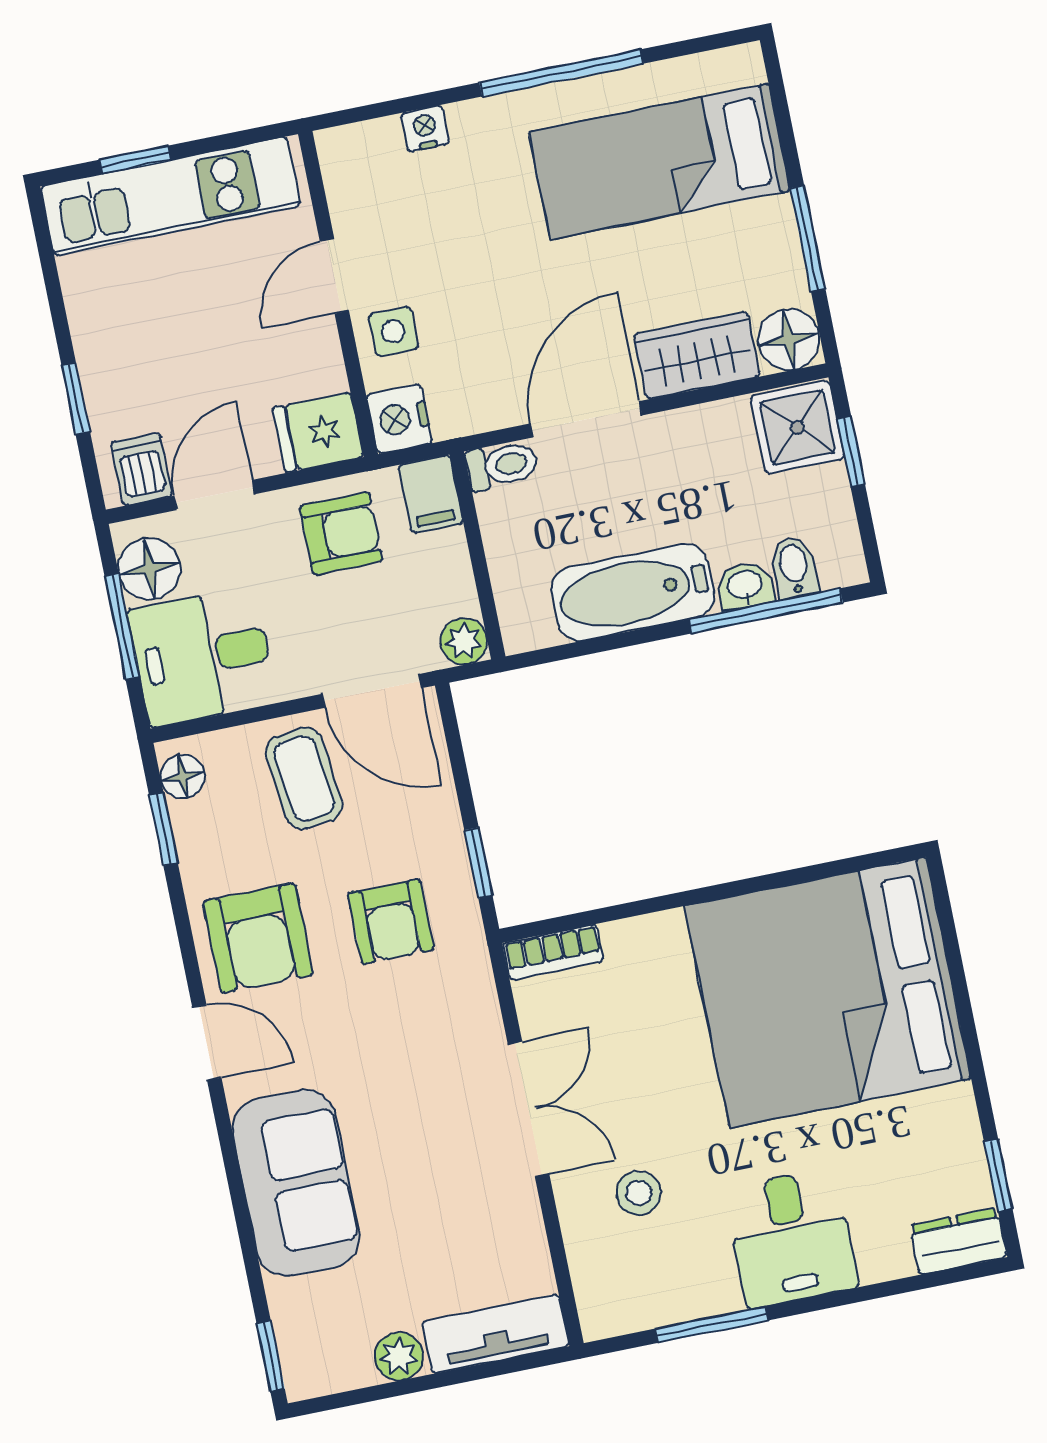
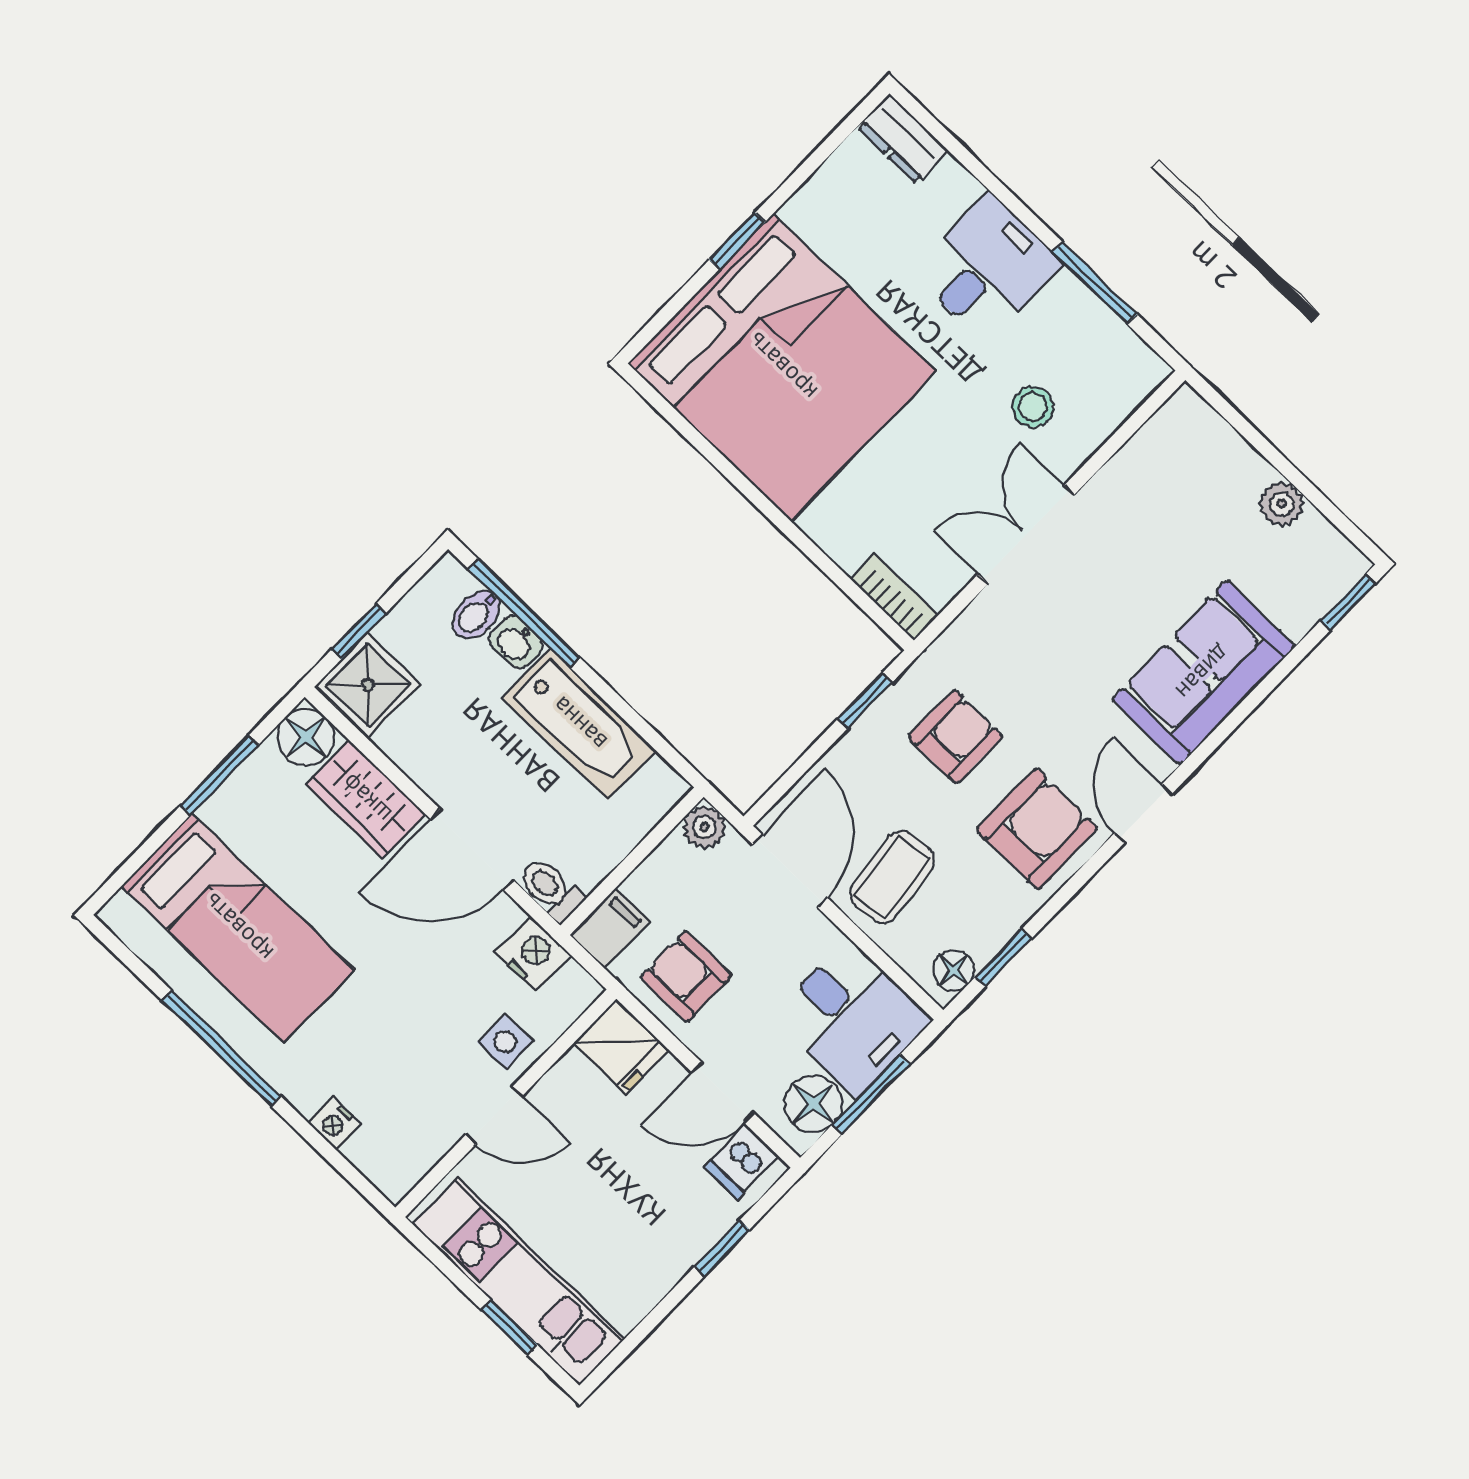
nightstand: (399, 419) -> (533, 954), moved, turned -90
window: (998, 1175) -> (737, 241), moved
tv unit: (495, 1334) -> (1214, 443), removed

